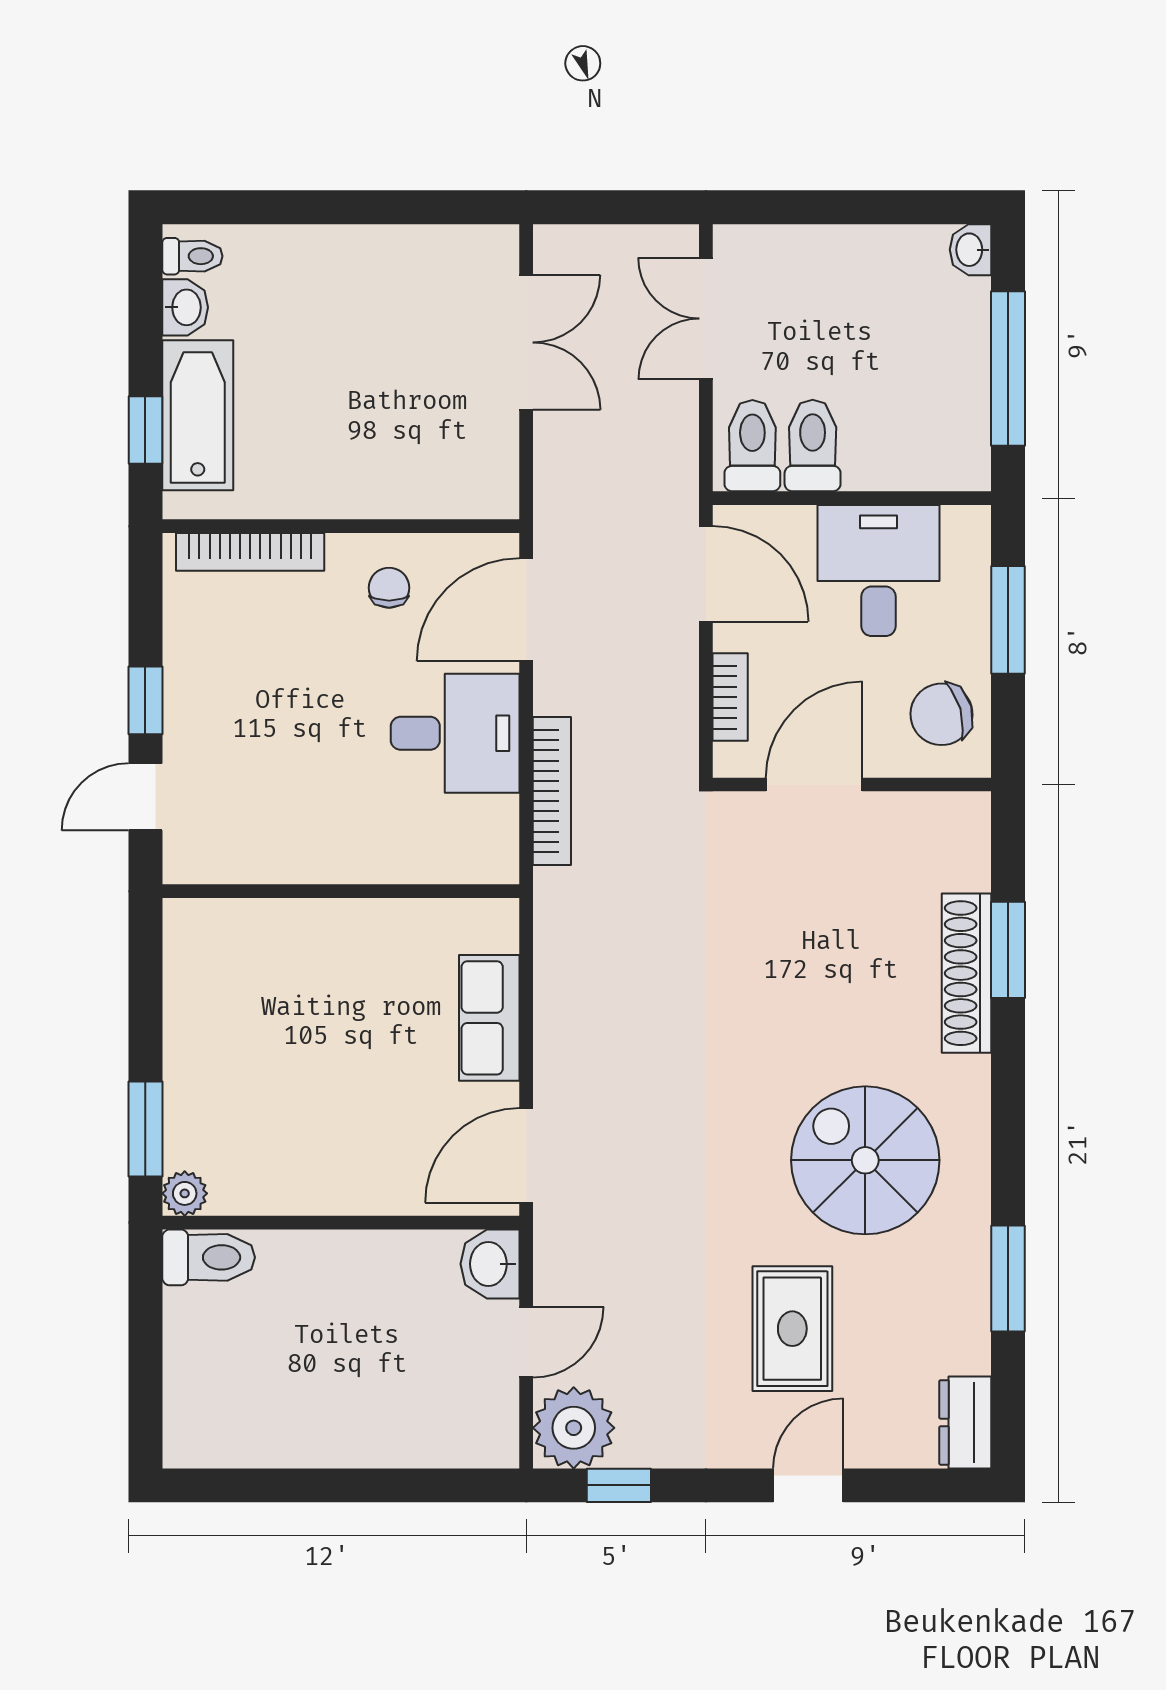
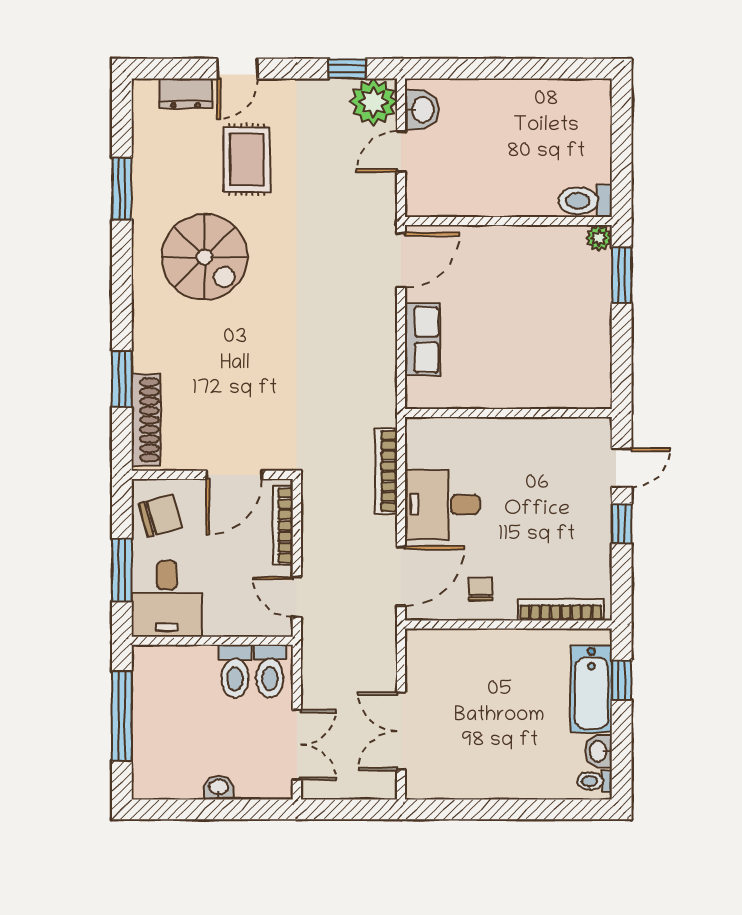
washbasin: (970, 250) -> (219, 788), moved, turned -90
desk: (879, 571) -> (167, 599), moved
door: (706, 574) -> (297, 597), width x0.73
chair: (389, 588) -> (481, 589), turned 180
bookcase: (730, 697) -> (283, 526), width x1.56
shoe rack: (967, 973) -> (146, 420), moved
washbasin: (490, 1264) -> (422, 110), moved
dresser: (965, 1422) -> (185, 93), moved, turned 90

